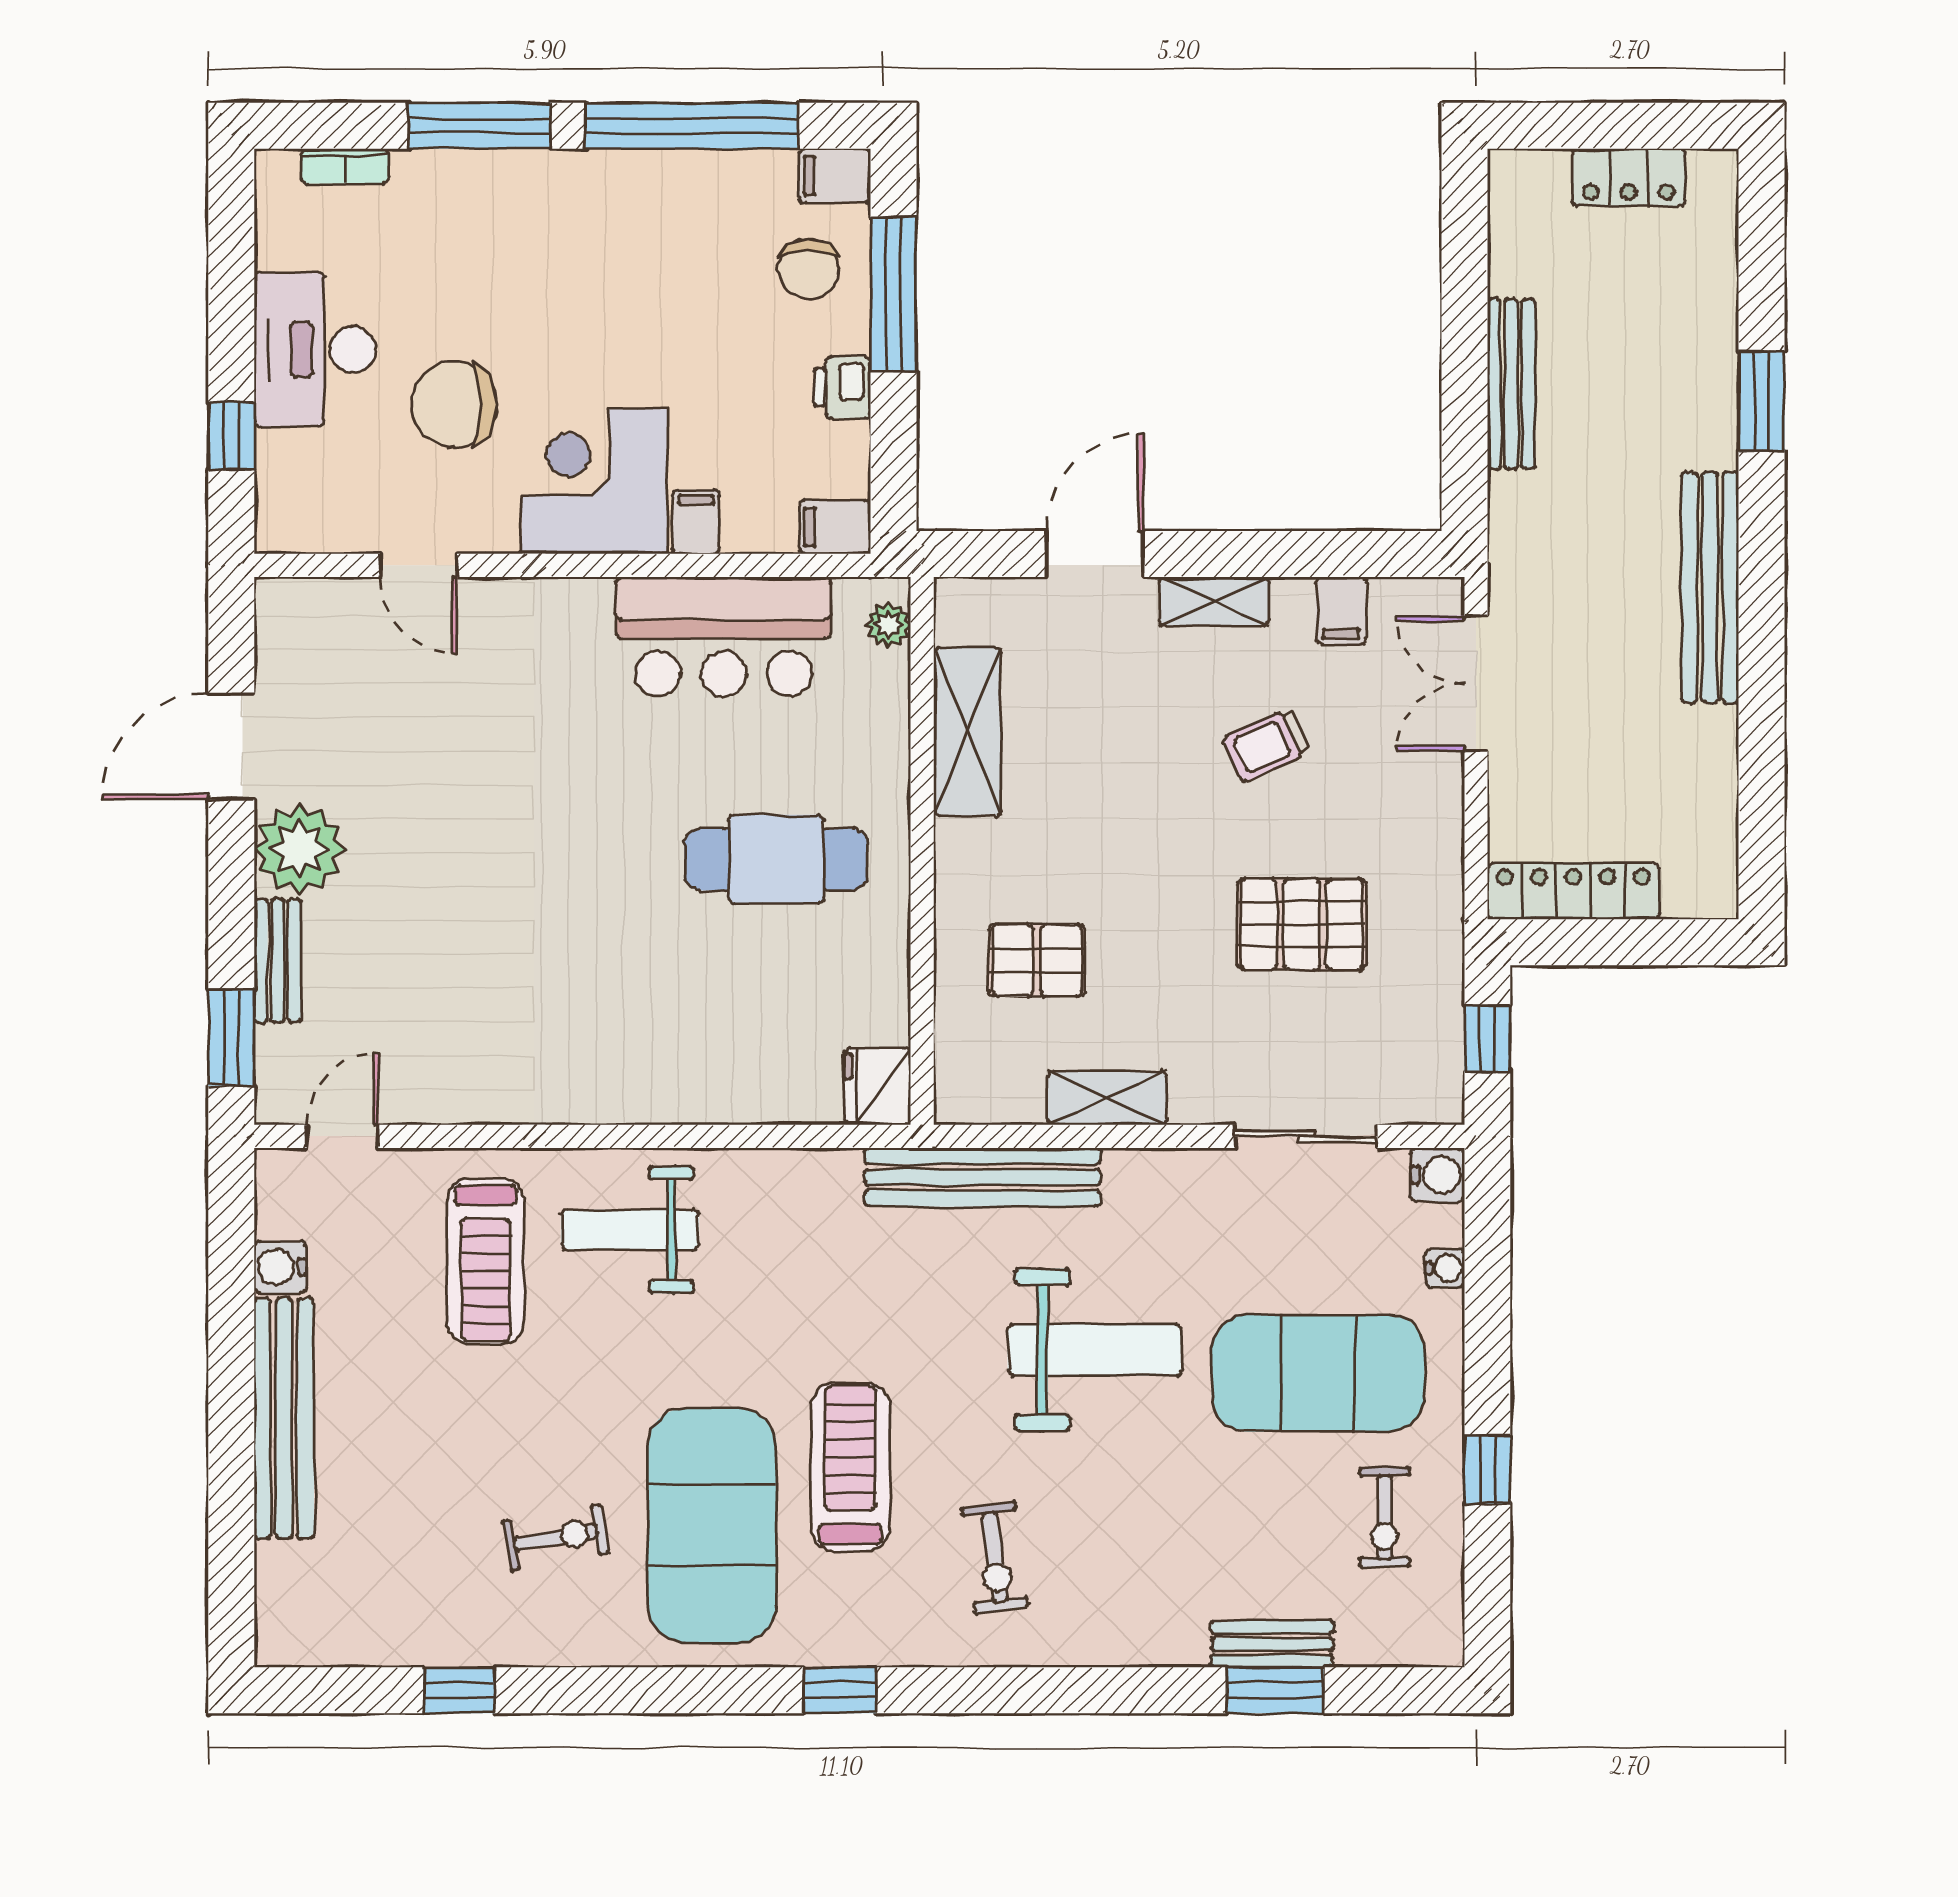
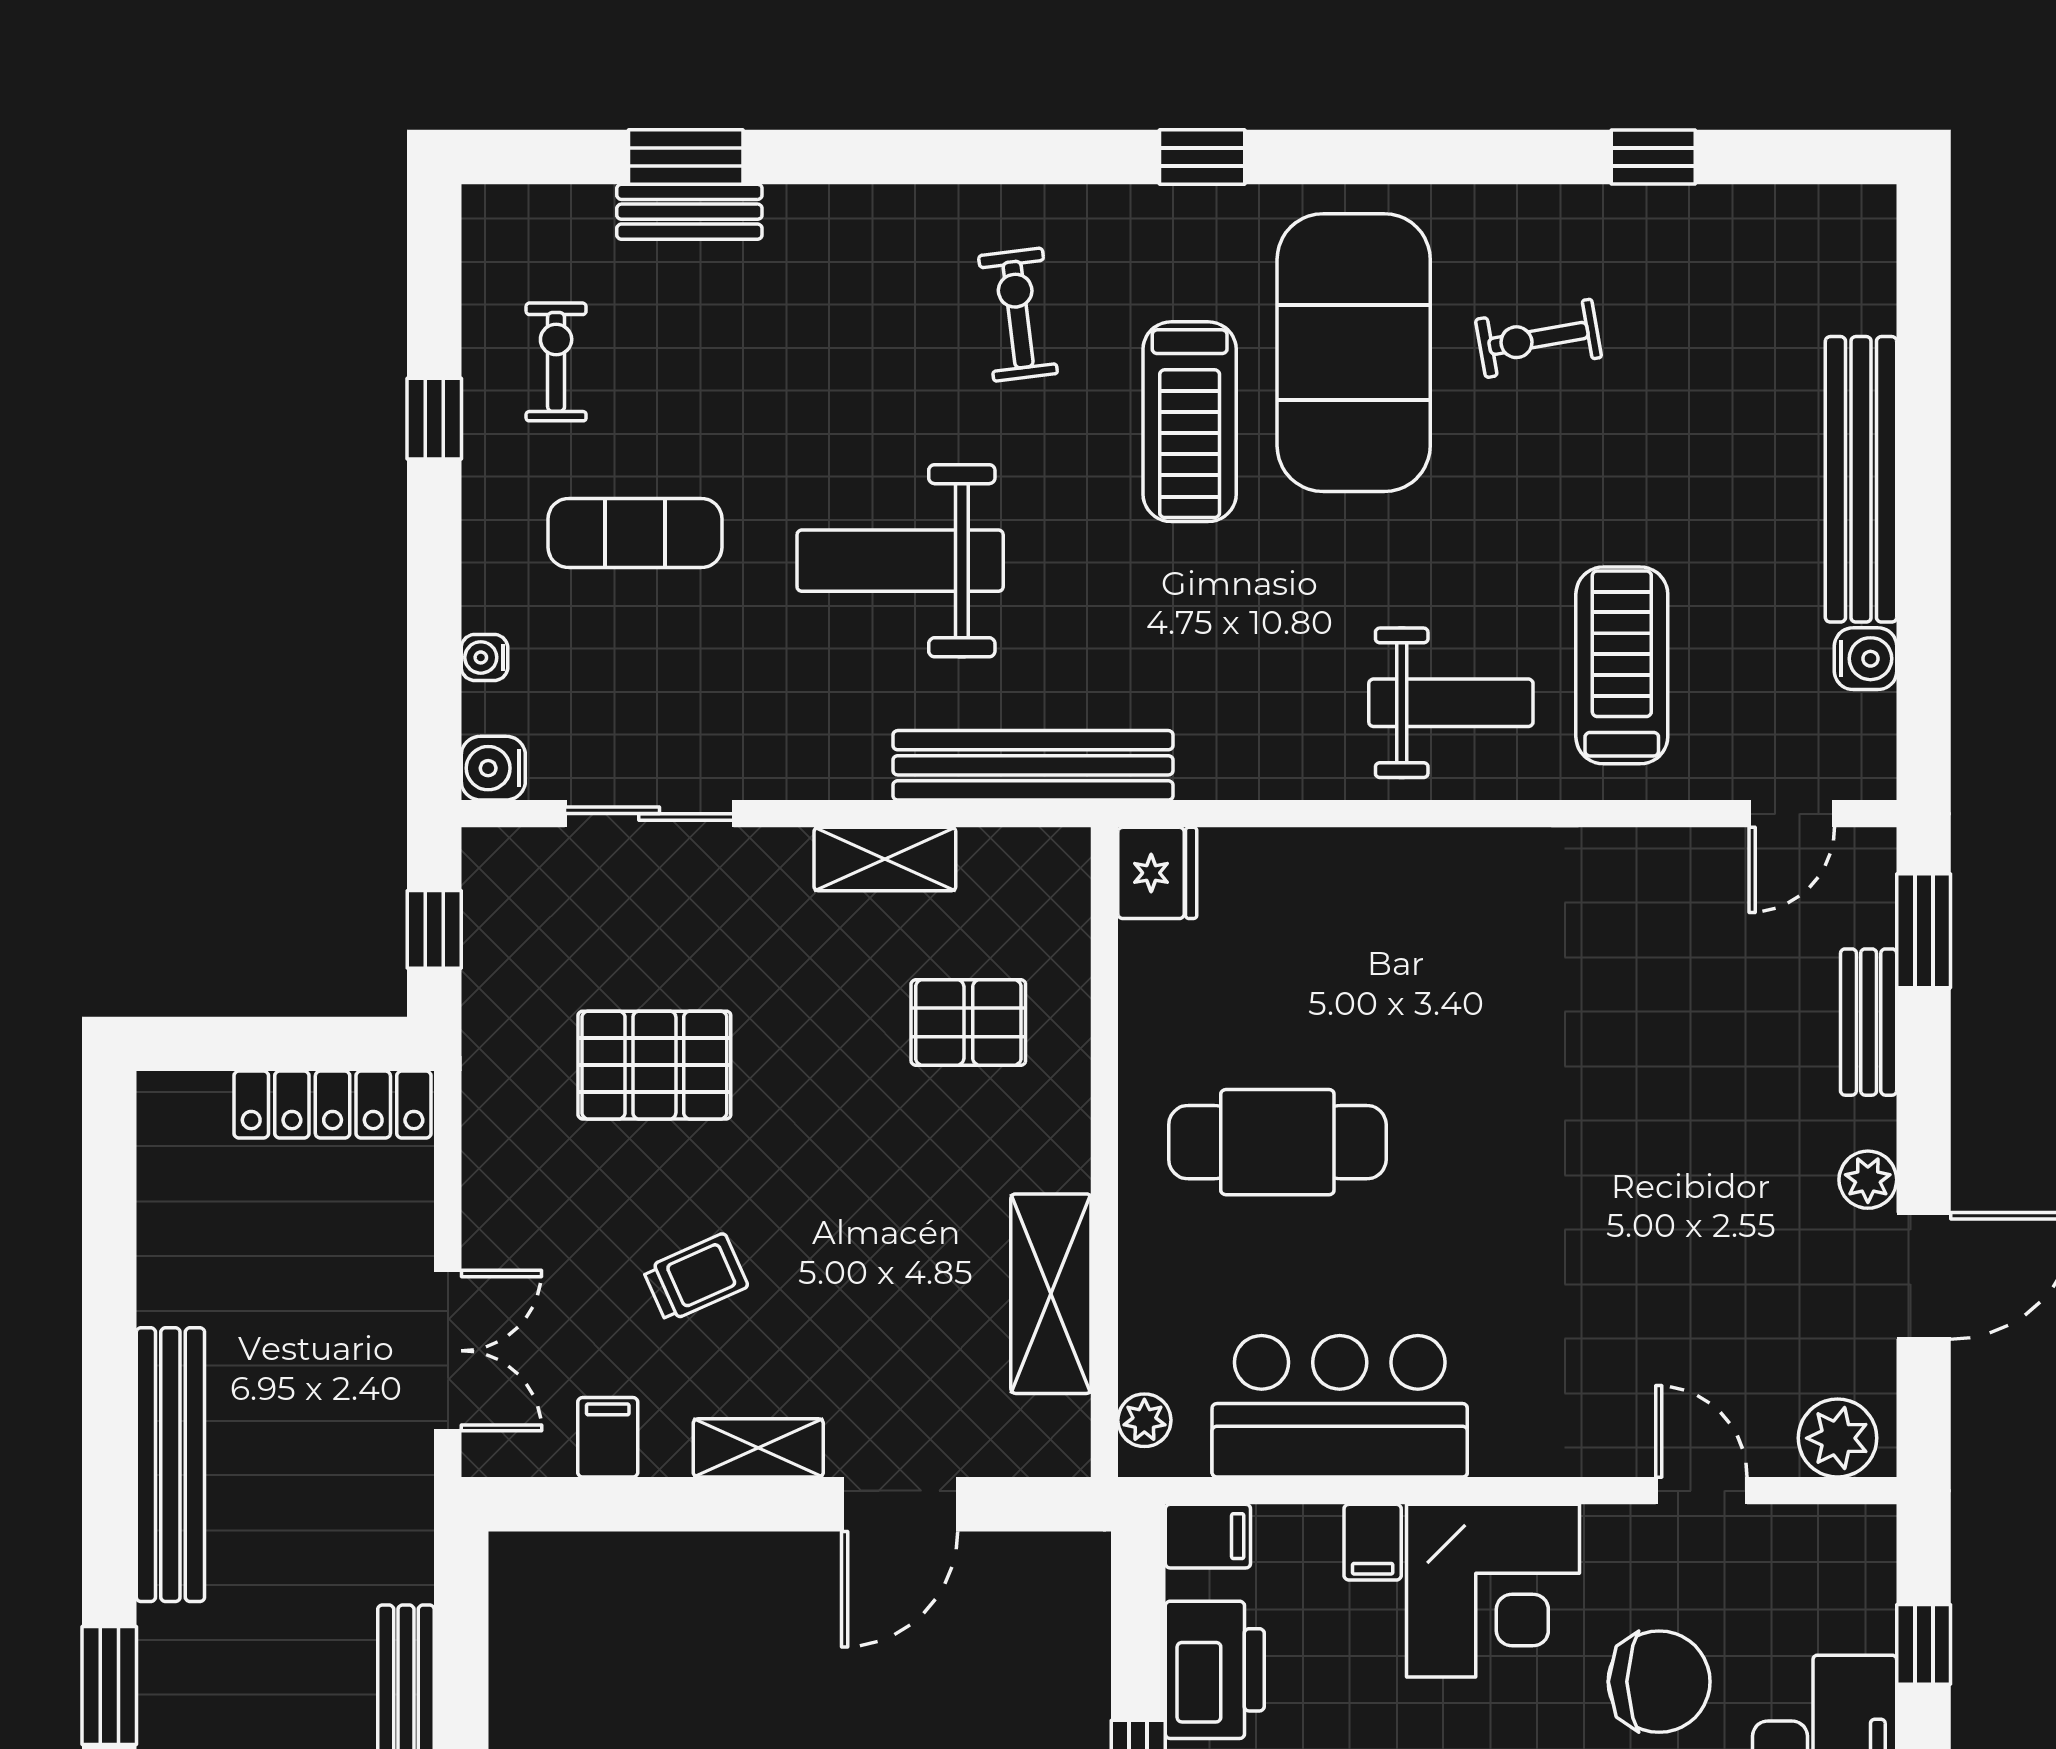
printer: (843, 387) -> (1215, 1670), width x1.87, depth x1.48
plant: (304, 610) -> (1838, 1438), added
plant: (299, 849) -> (1868, 1180), width x0.53, depth x0.53
exercise mat: (1318, 1373) -> (635, 533), width x0.50, depth x0.69

